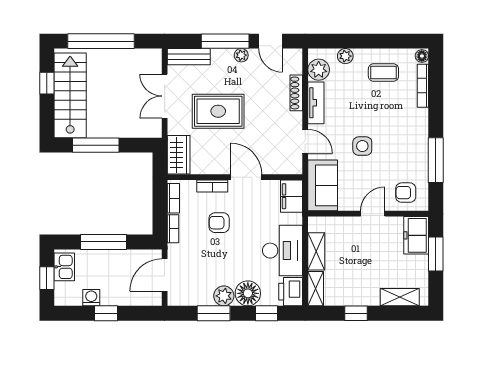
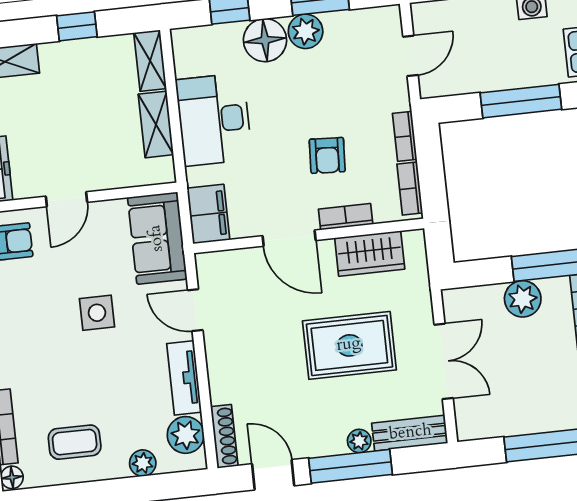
plant: (241, 55) -> (359, 441), moved
shoe rack: (296, 93) -> (224, 436), moved
plant: (115, 127) -> (523, 299), added
wardrobe: (179, 155) -> (370, 253), moved, turned -90
armchair: (219, 223) -> (327, 155), turned 93
door: (165, 275) -> (410, 56), width x0.73
printer: (291, 292) -> (192, 51), removed

